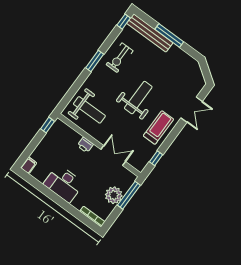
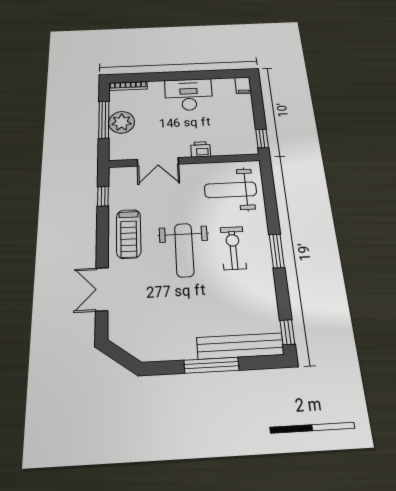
exercise bike: (120, 58) -> (233, 248), moved
window: (129, 195) -> (104, 120), moved

